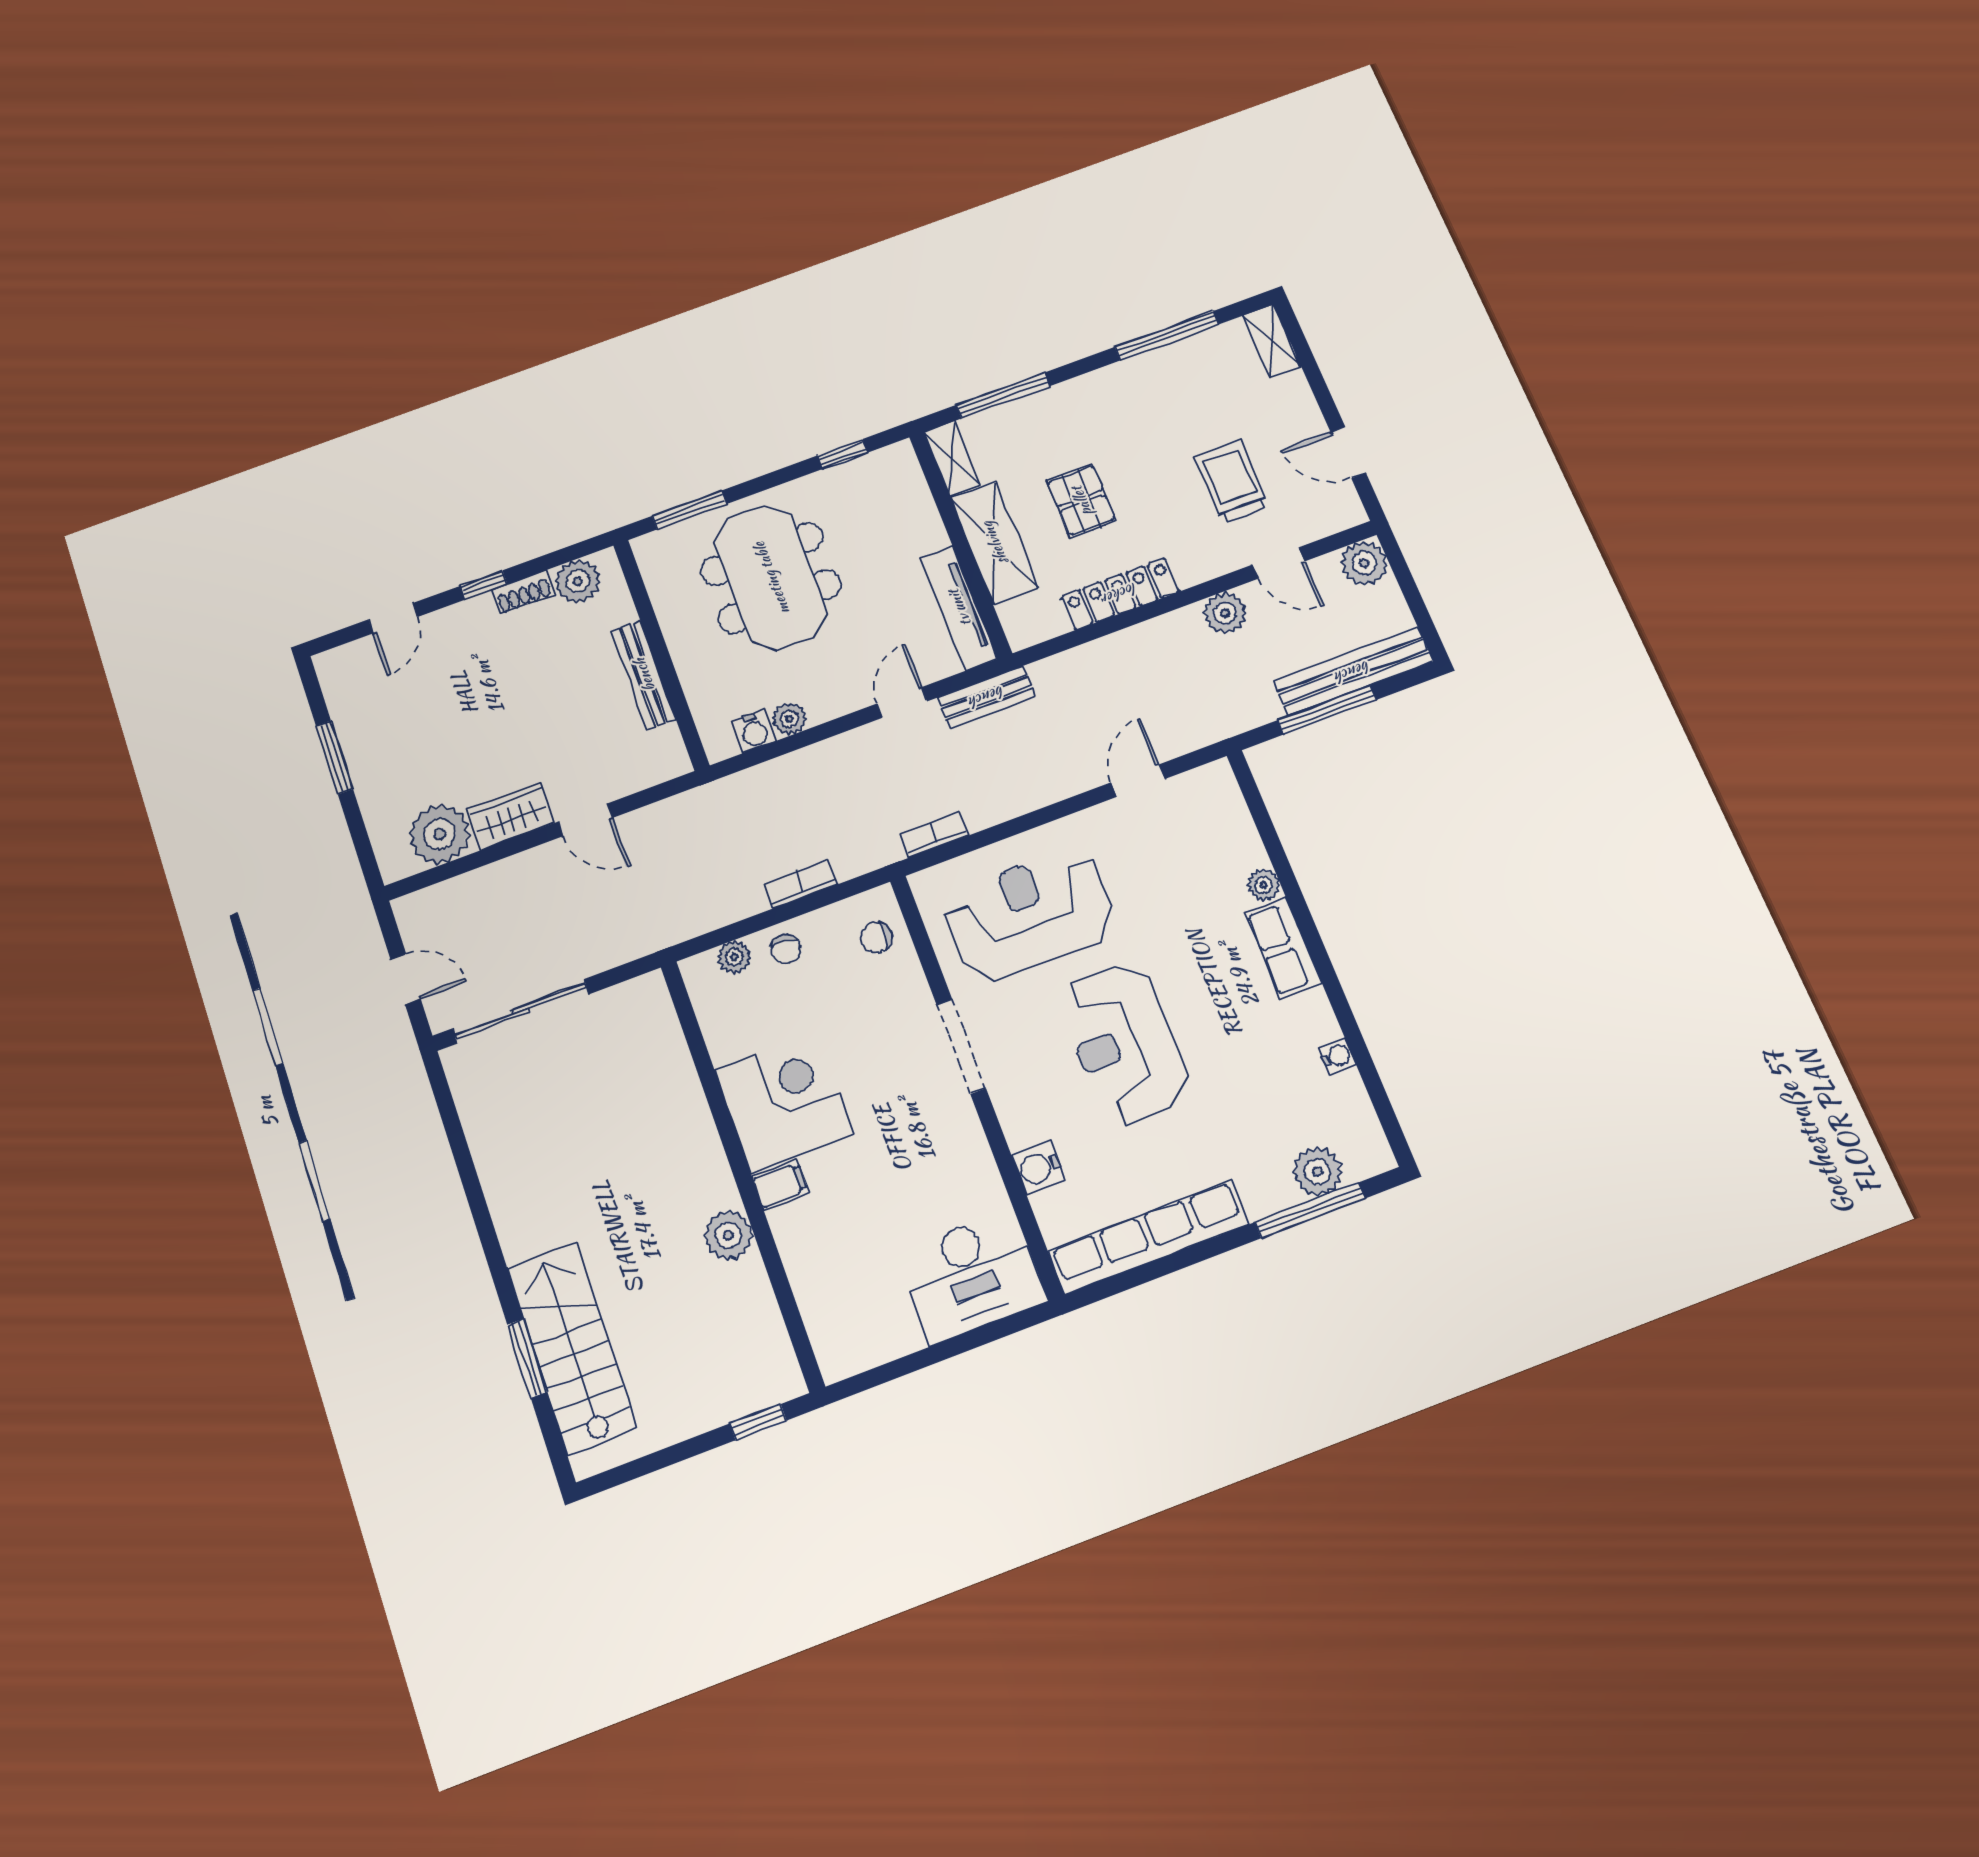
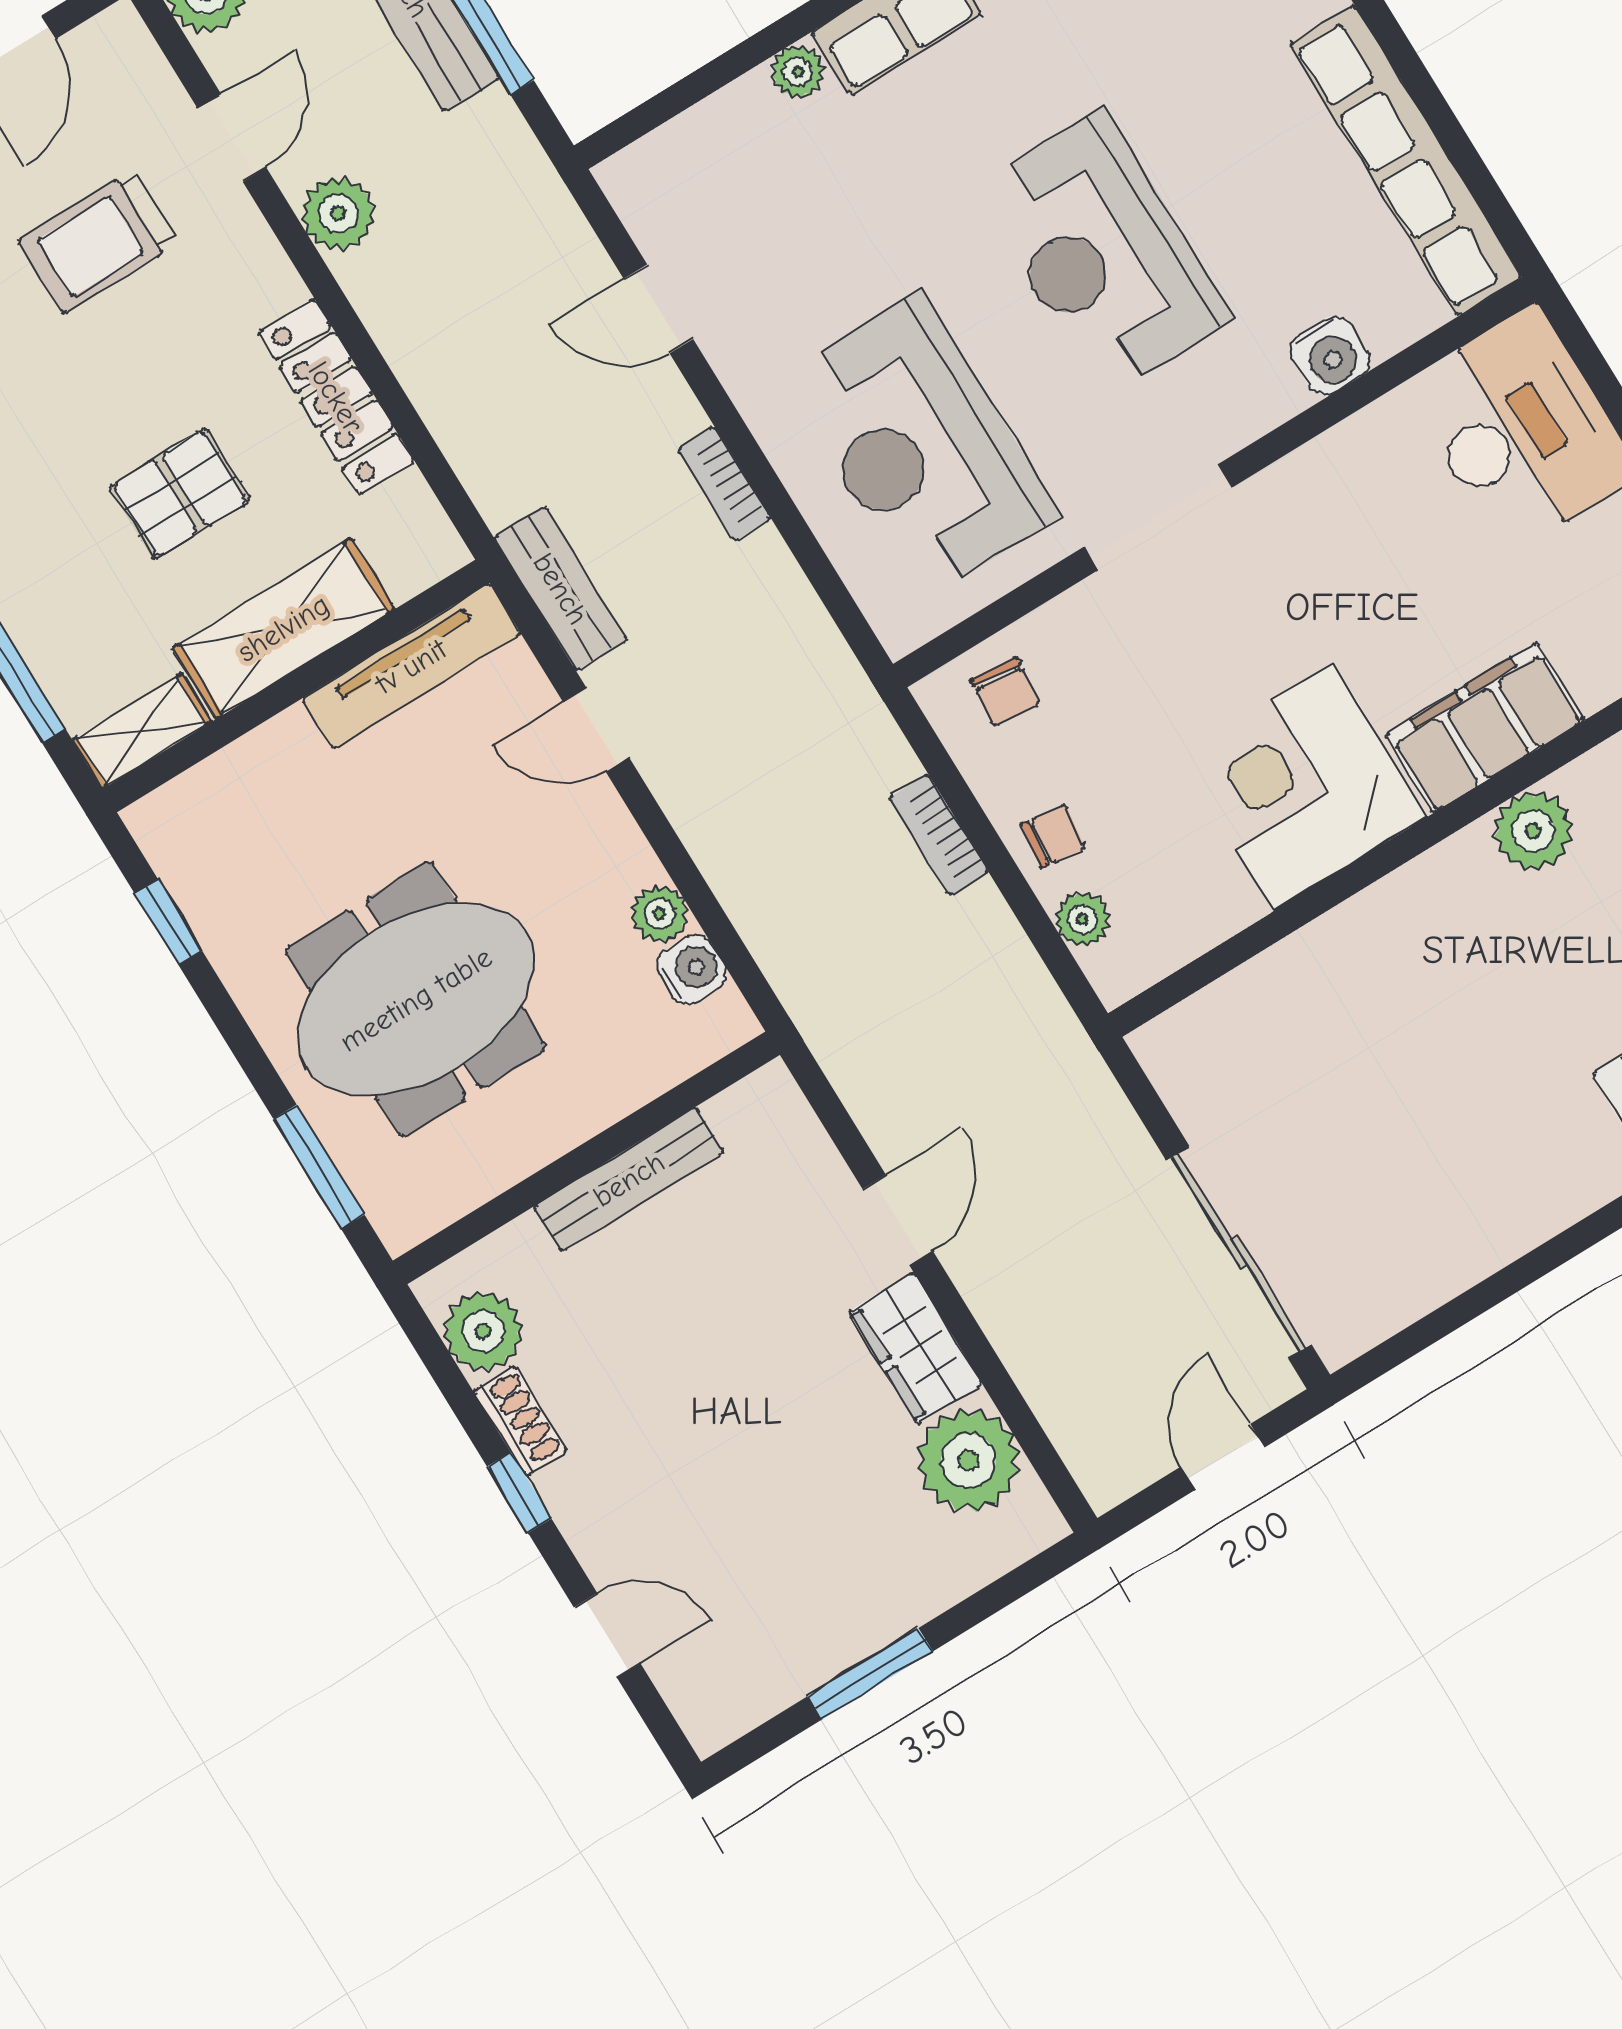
bookcase: (934, 835) -> (724, 484), moved
reception desk: (1125, 1043) -> (1103, 253), turned 90
filing cabinet: (780, 1185) -> (1485, 728), width x3.00, depth x1.17

